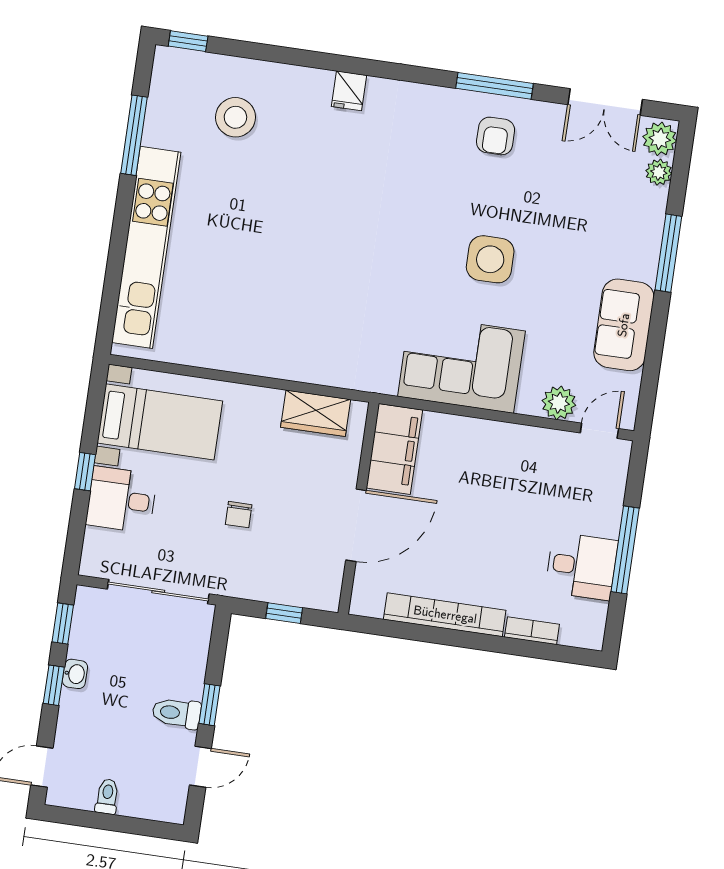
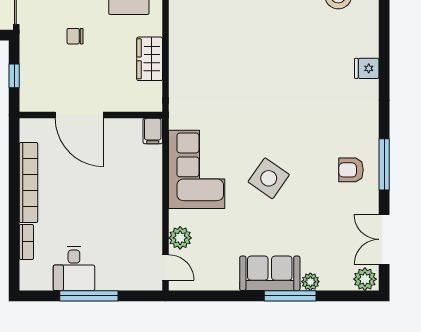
plant: (659, 172) -> (310, 282), moved
side table: (490, 259) -> (269, 178), turned 35
sofa: (624, 325) -> (270, 273), moved
wardrobe: (316, 413) -> (150, 59), moved
filing cabinet: (394, 449) -> (153, 131), width x0.33, depth x0.86

